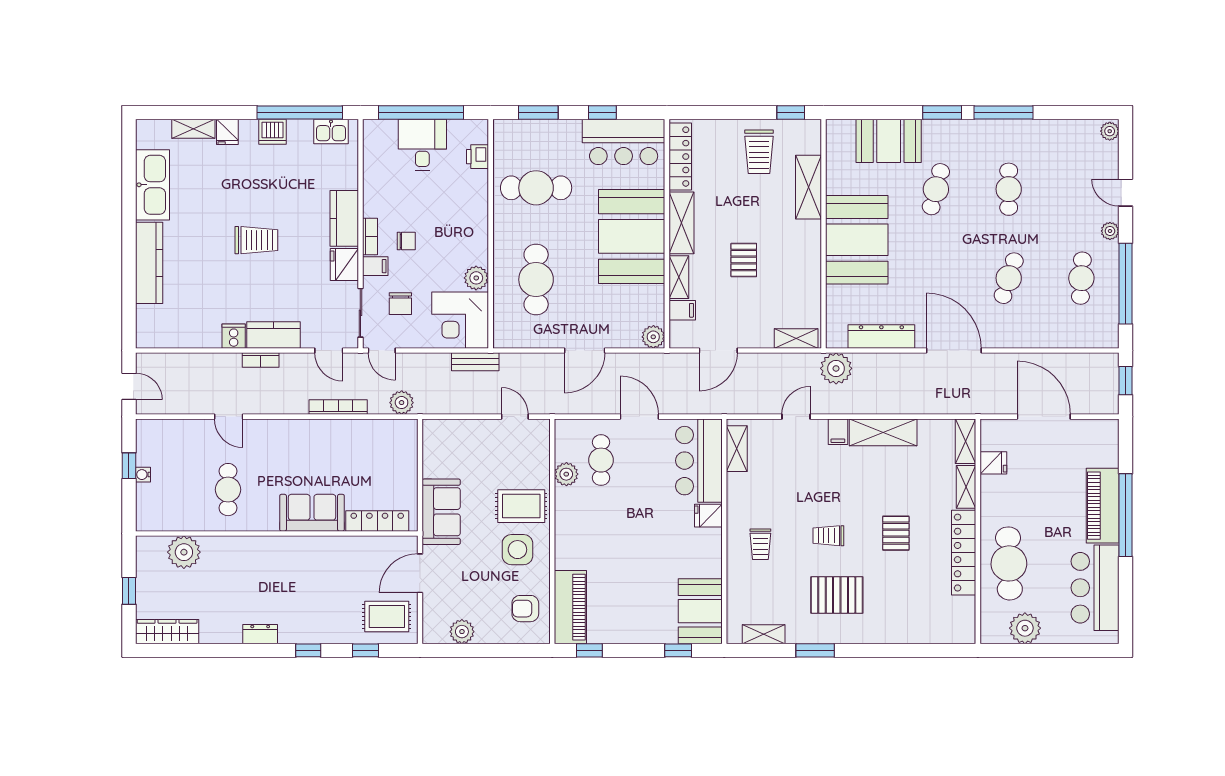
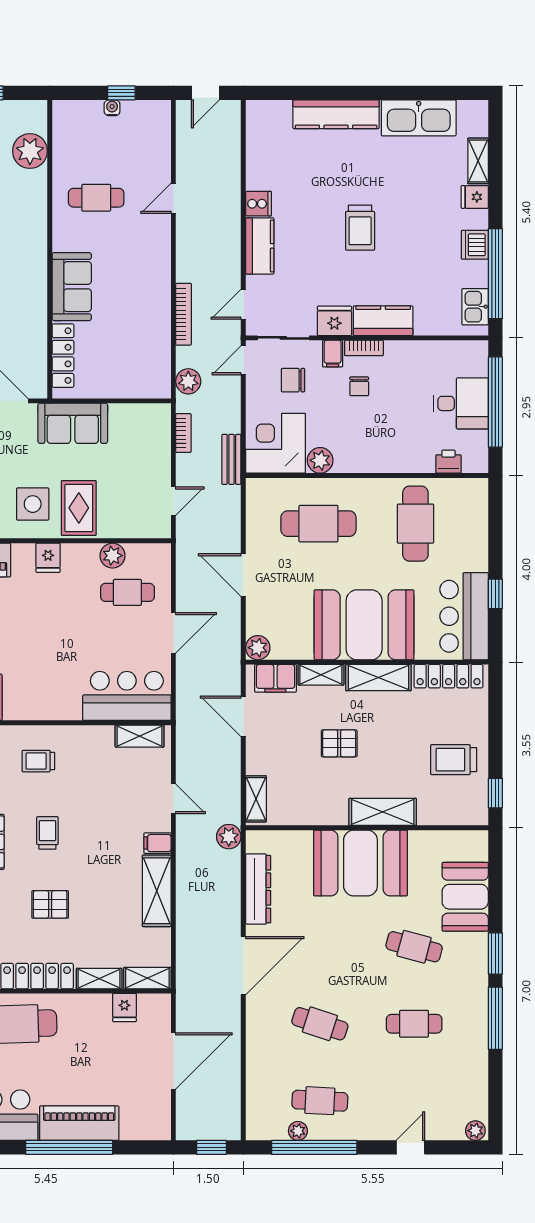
window: (538, 112) -> (495, 526), removed
shelving: (809, 187) -> (383, 812), moved
plant: (1110, 231) -> (298, 1131), moved
filing cabinet: (682, 310) -> (275, 678), width x2.00
bookcase: (261, 360) -> (183, 433), moved, turned 180
plant: (836, 368) -> (229, 837), width x0.73, depth x0.73
fridge: (708, 516) -> (48, 558), moved, turned 180

